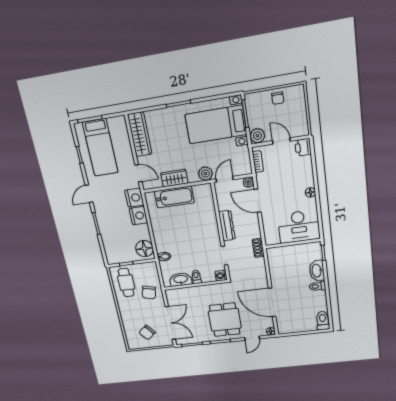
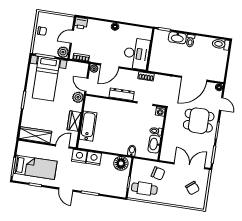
desk: (299, 227) -> (137, 54), moved

